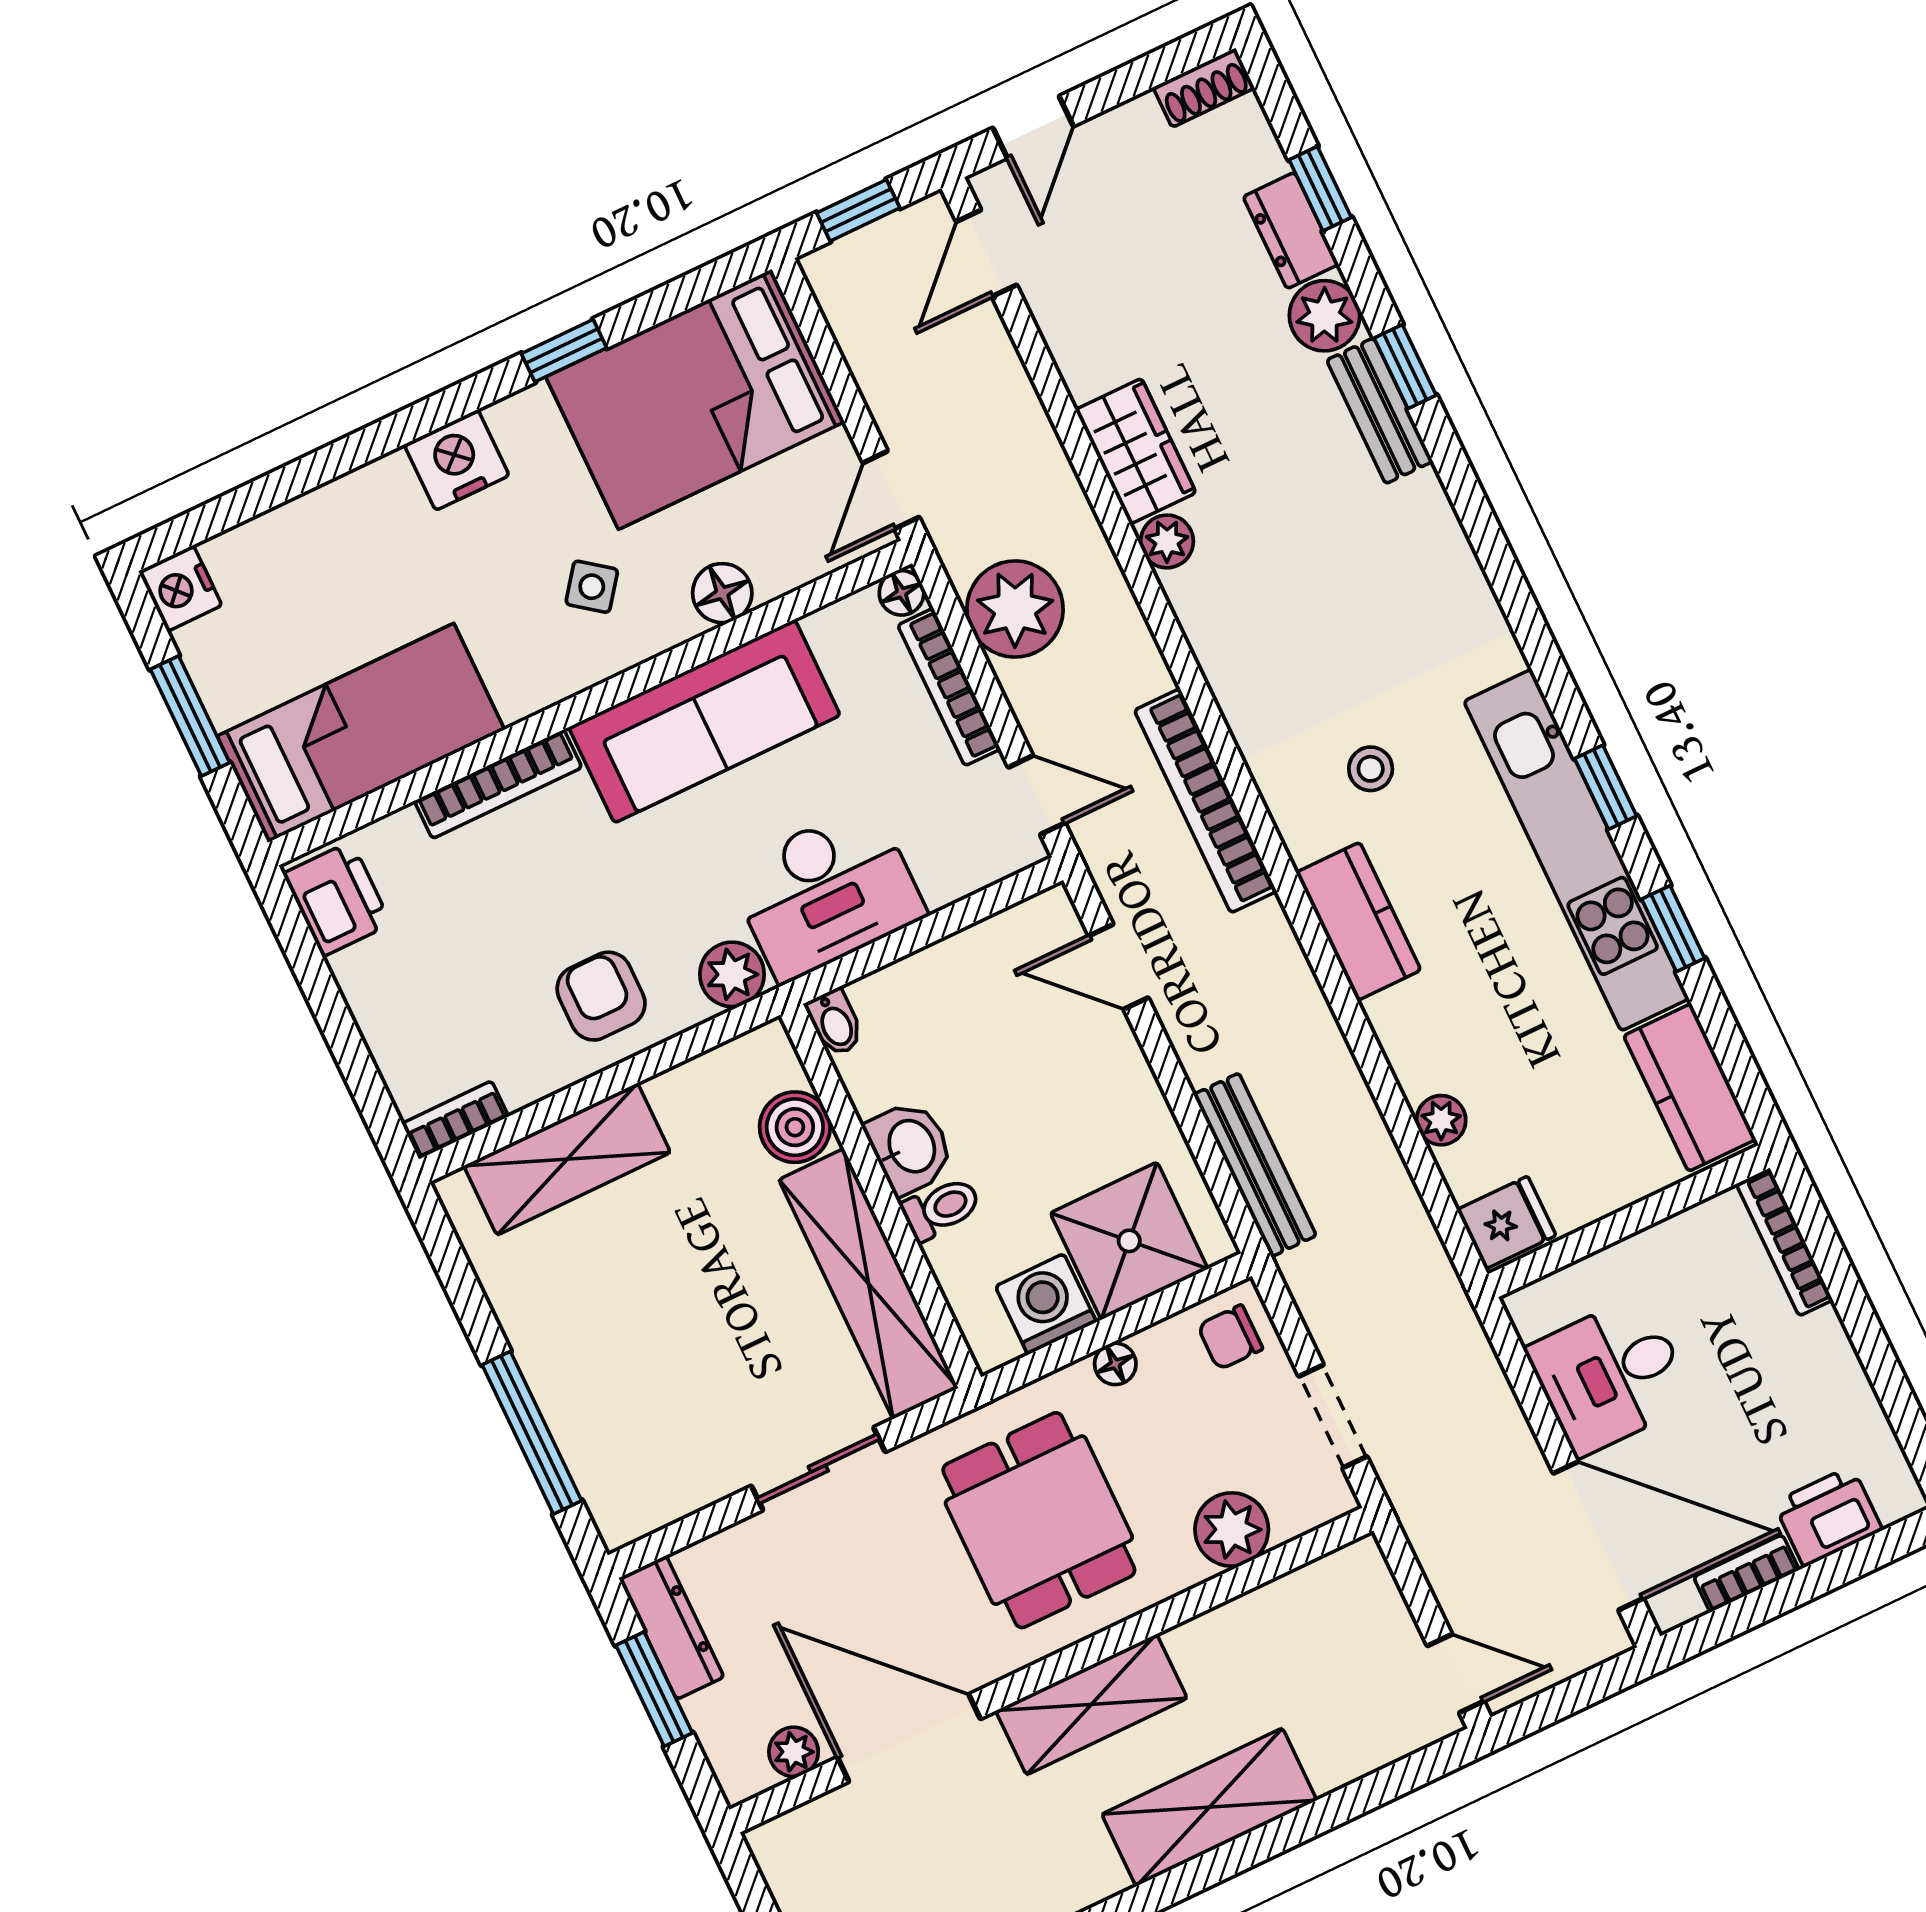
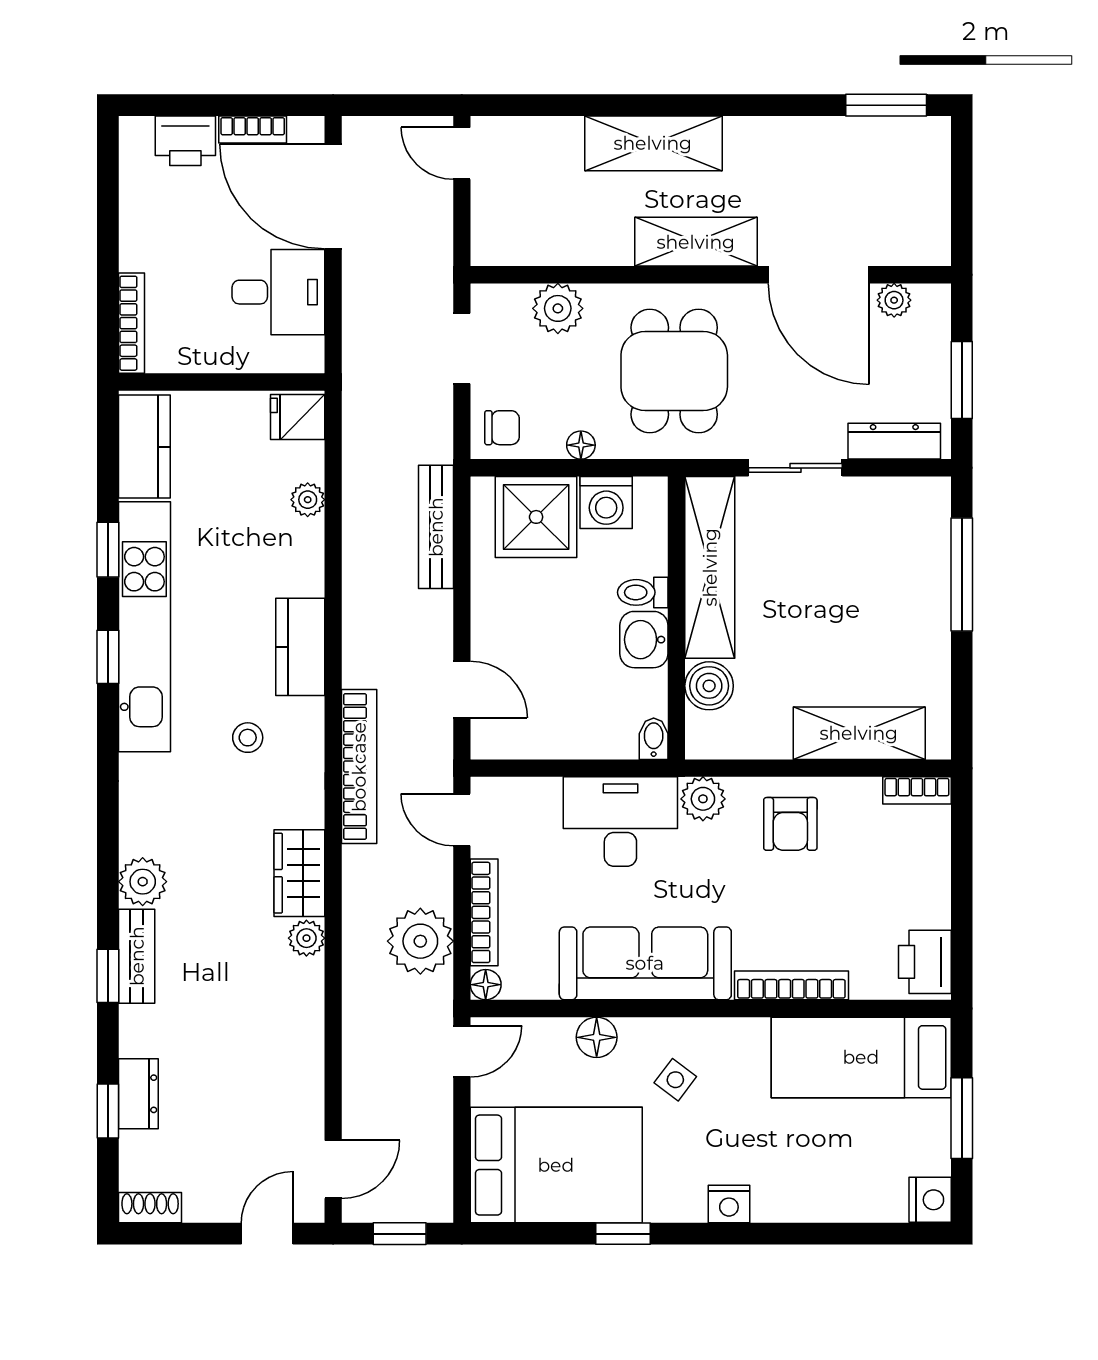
plant: (1324, 316) -> (143, 882), moved
wardrobe: (1136, 451) -> (299, 873), moved
nightstand: (457, 460) -> (729, 1204), width x0.74, depth x0.75
dresser: (671, 1627) -> (894, 441), moved, turned 90

